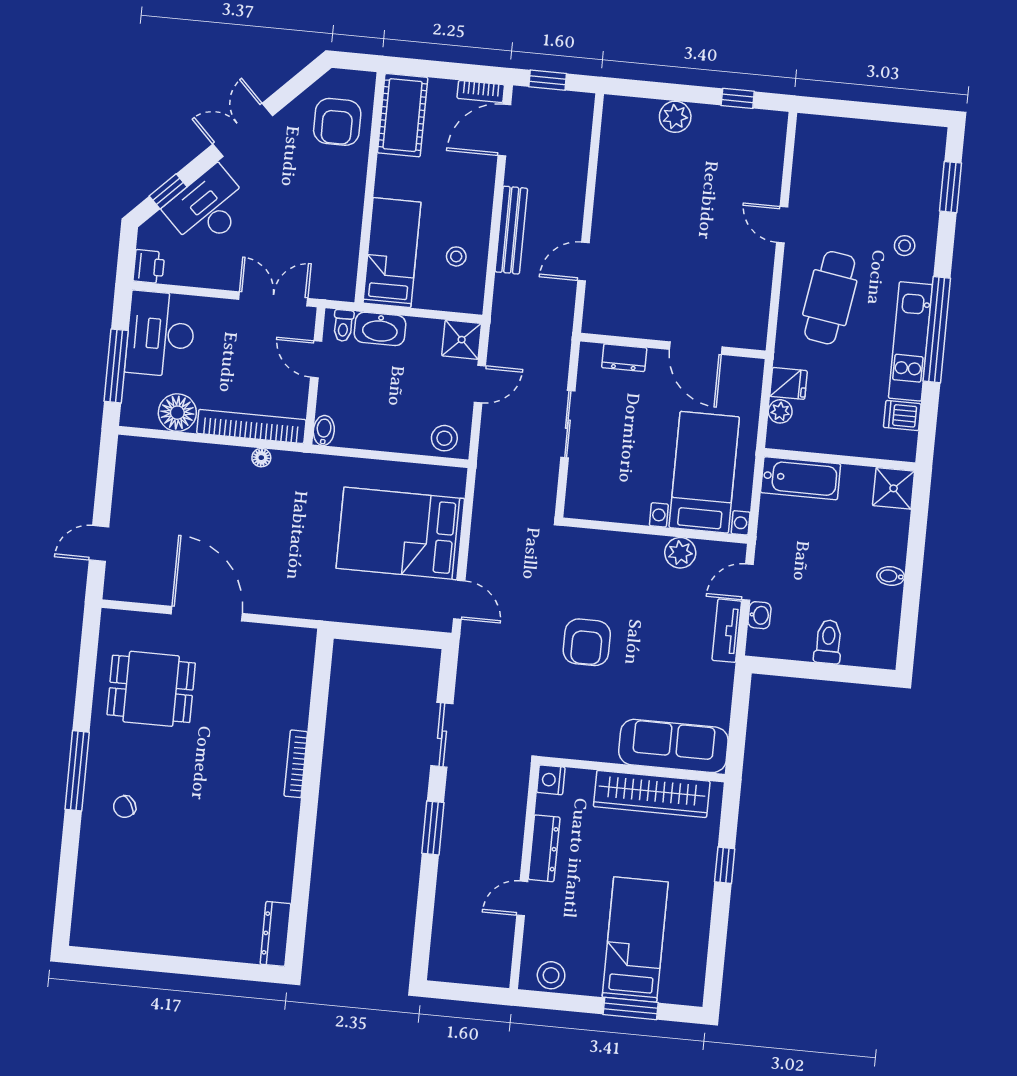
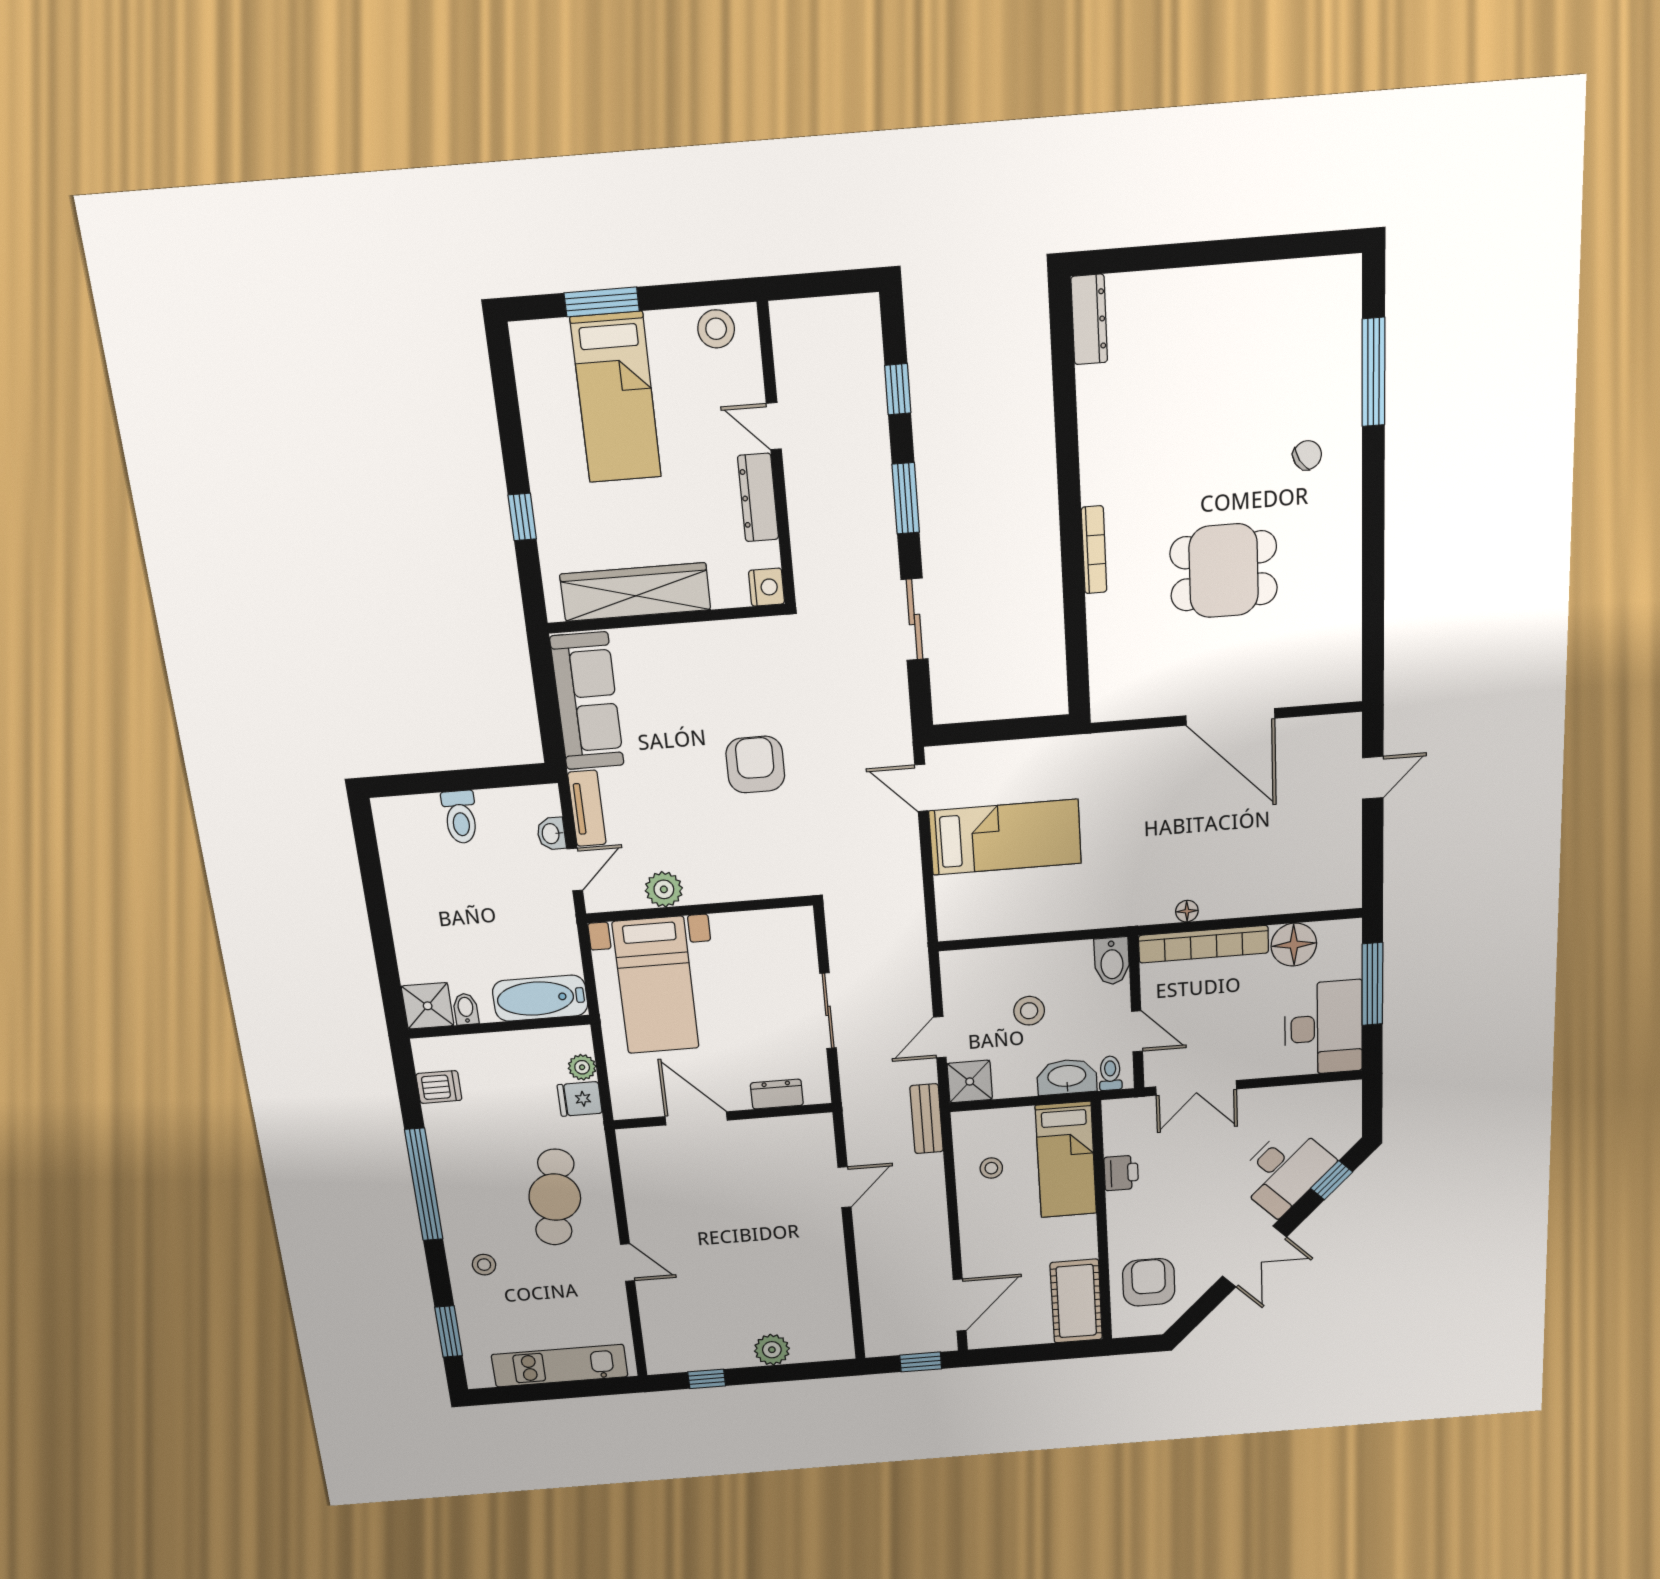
bookcase: (481, 92) -> (993, 1339), removed
bench: (511, 230) -> (927, 1119), moved, width x0.73
printer: (149, 267) -> (1121, 1173), moved, turned 180
kitchen unit: (910, 341) -> (560, 1366), moved, turned -90
bidet: (324, 430) -> (1112, 961), width x1.38, depth x1.36
stool: (444, 438) -> (1029, 1011), moved
bed: (400, 533) -> (1005, 837), width x0.67
bidet: (891, 576) -> (466, 1009), moved, turned -90
dining table: (151, 689) -> (1224, 571), moved
sofa: (673, 746) -> (587, 701), moved, turned -90
window: (77, 771) -> (1373, 372), moved
door: (522, 898) -> (774, 426), swing flipped
window: (425, 909) -> (898, 389), added

